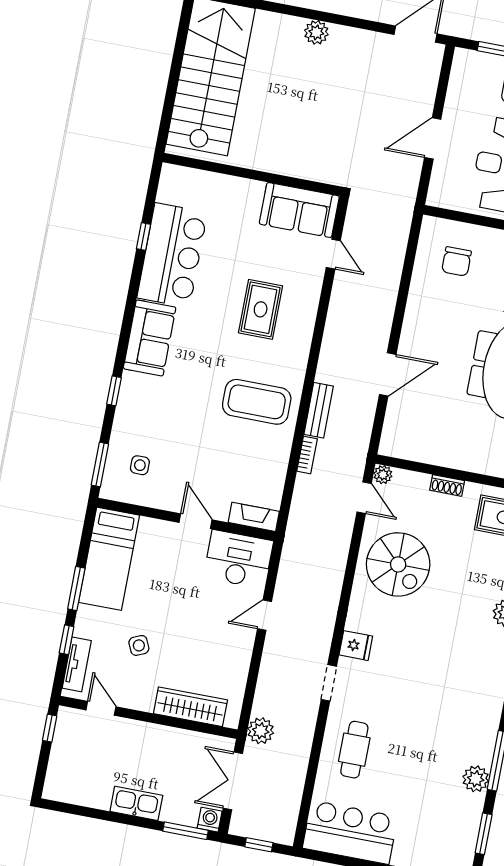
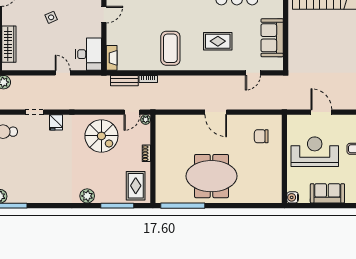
sofa: (299, 210) -> (272, 38), moved
door: (388, 374) -> (216, 112), moved
bench: (319, 410) -> (124, 81), moved
door: (196, 521) -> (104, 15), moved
spiral stairs: (398, 564) -> (101, 136), turned -90
side table: (139, 645) -> (51, 17), moved

